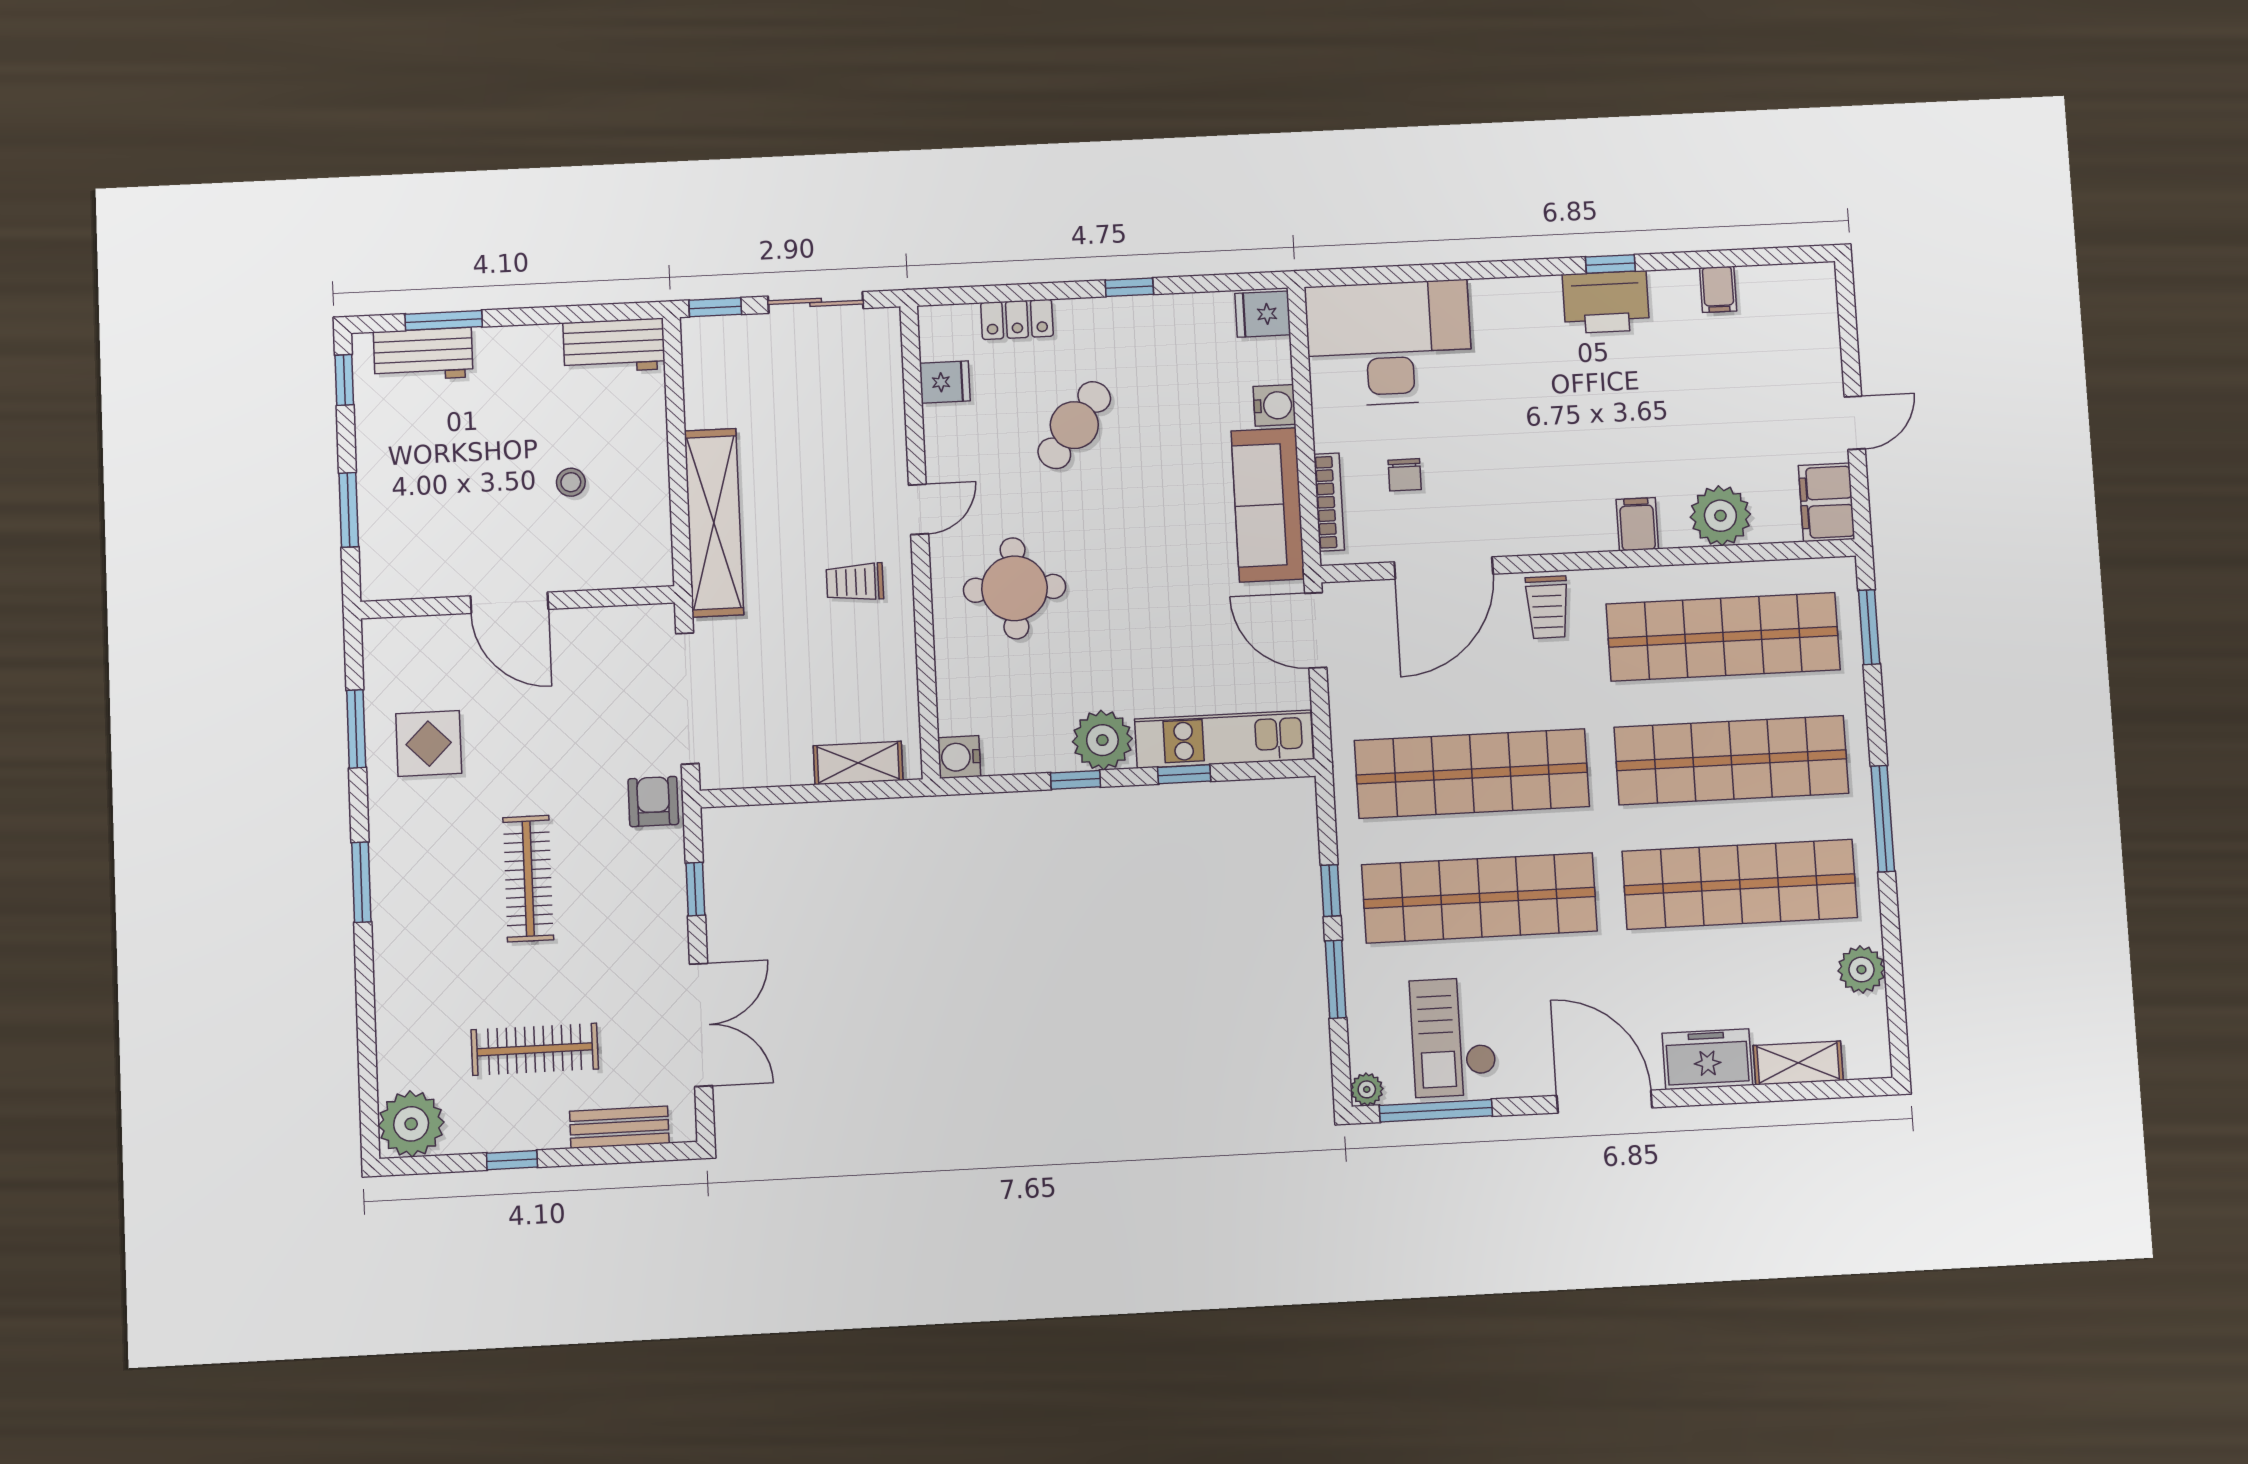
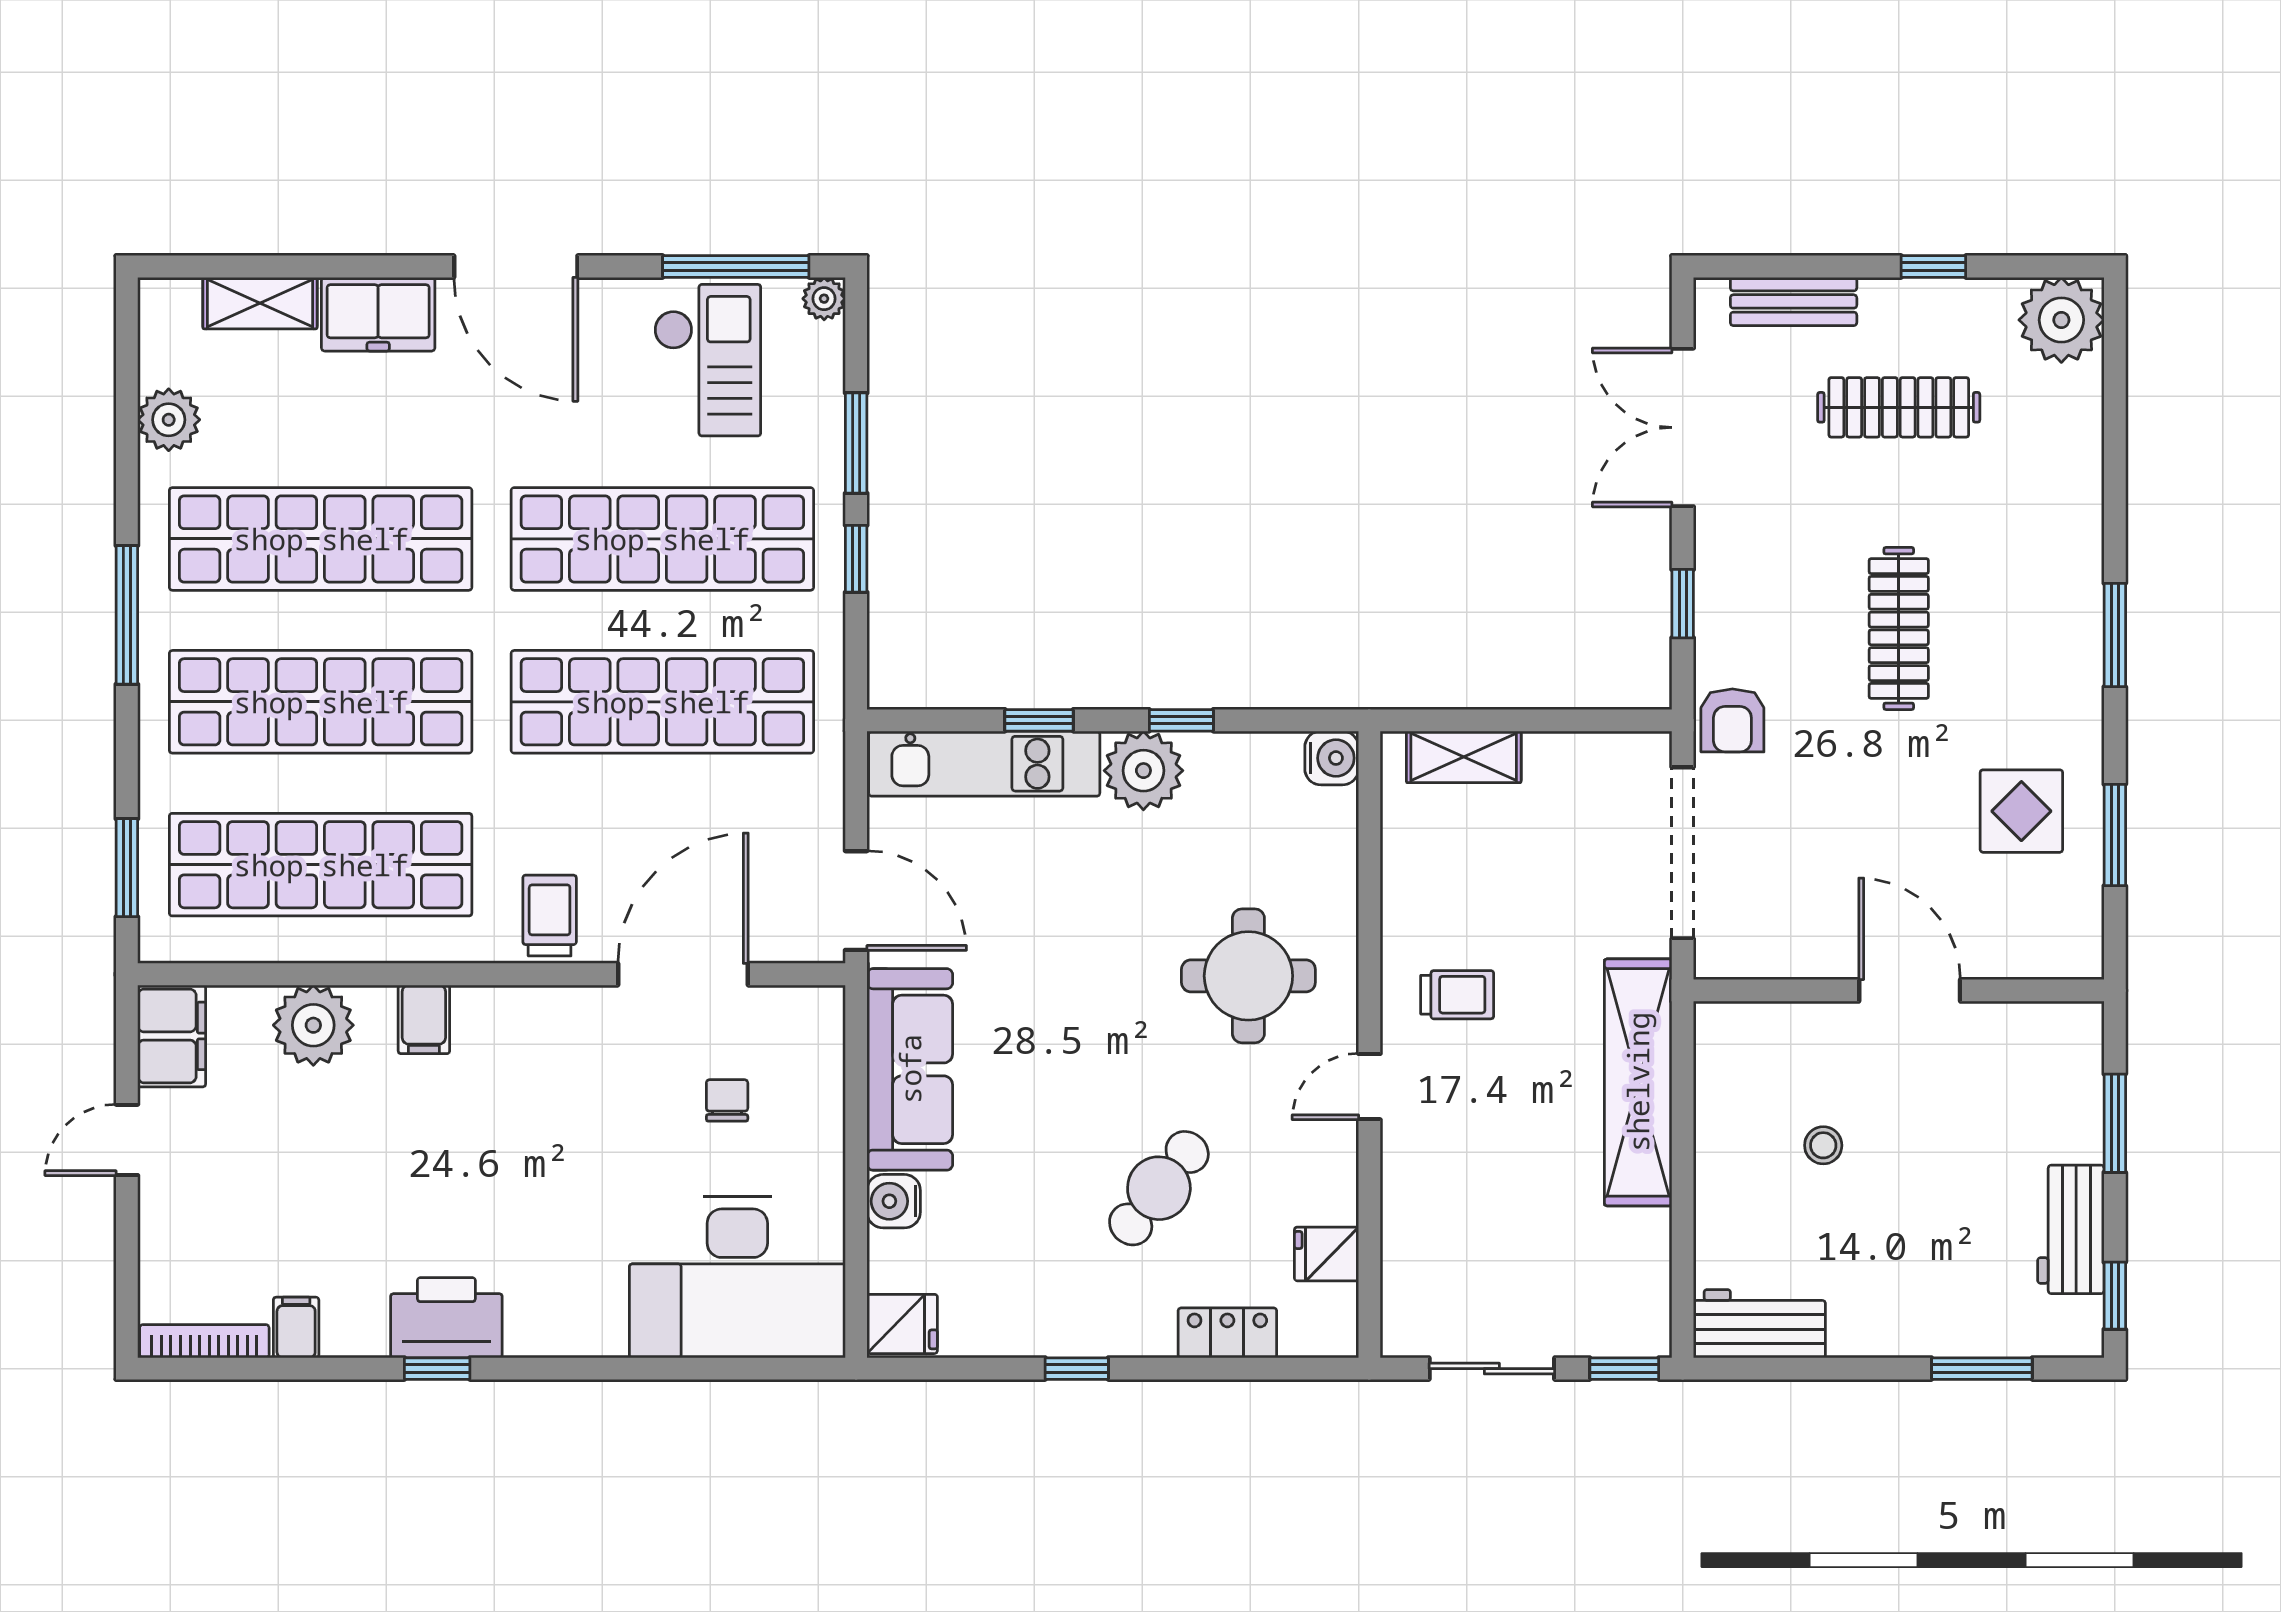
workbench: (423, 354) -> (2071, 1229), moved, turned -90
bookcase: (1329, 502) -> (204, 1341), moved, turned 90

